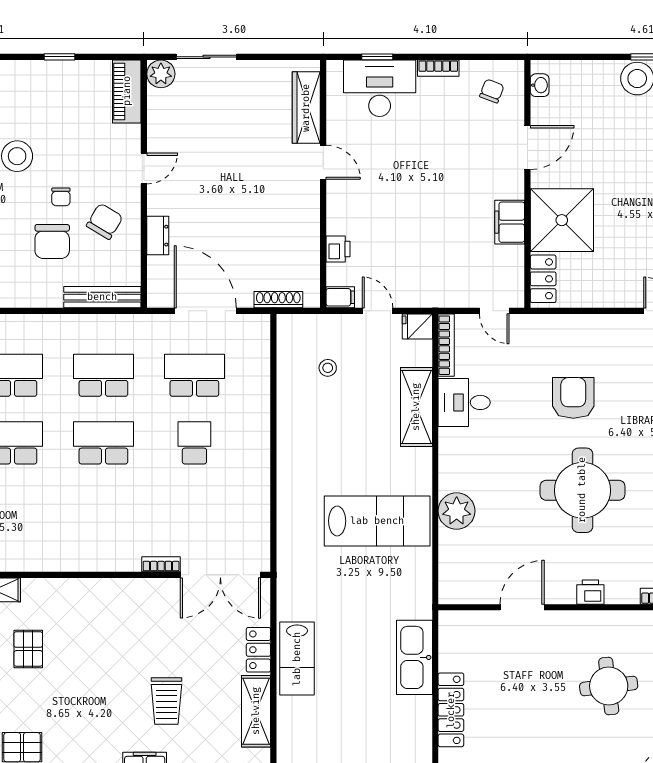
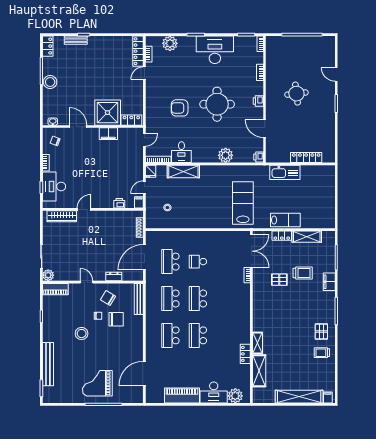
lab bench: (377, 521) -> (243, 203), moved
printer: (452, 593) -> (259, 157), added
pallet: (28, 649) -> (279, 280), moved

